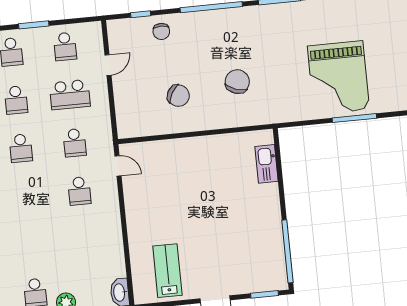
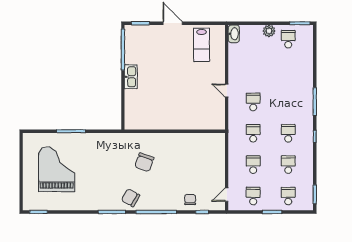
door: (108, 65) -> (227, 195), moved
grand piano: (338, 78) -> (57, 169), moved
school desk: (70, 95) -> (253, 165), width x0.54
chair: (178, 96) -> (131, 198), moved
kitchen sink: (266, 164) -> (131, 77), moved
door: (118, 166) -> (227, 91), moved

